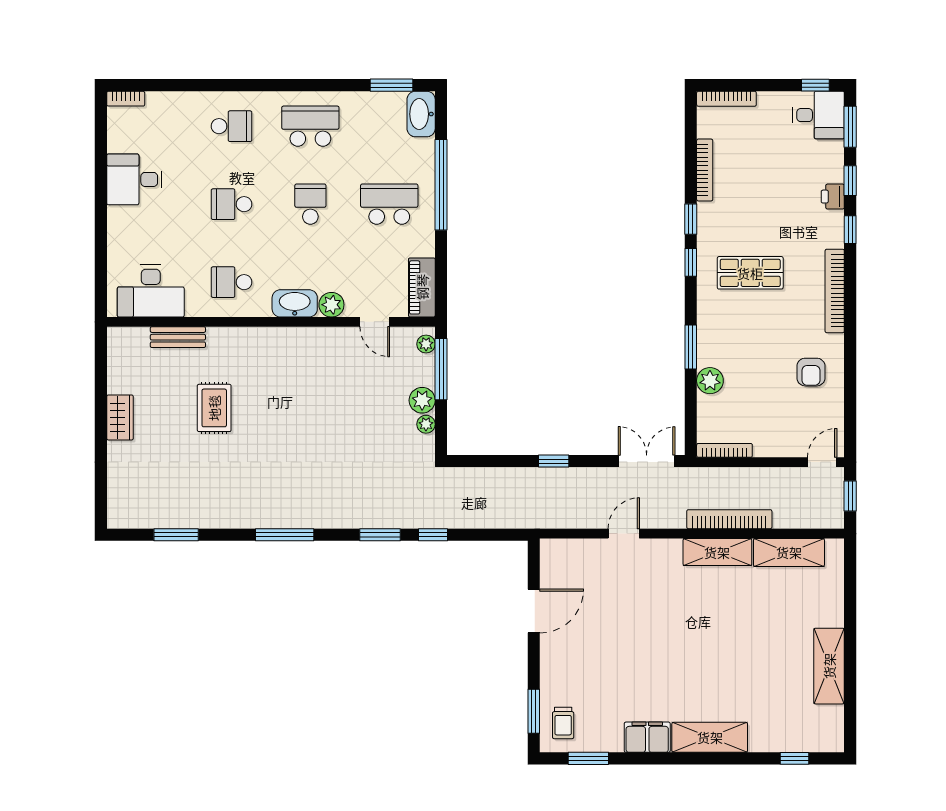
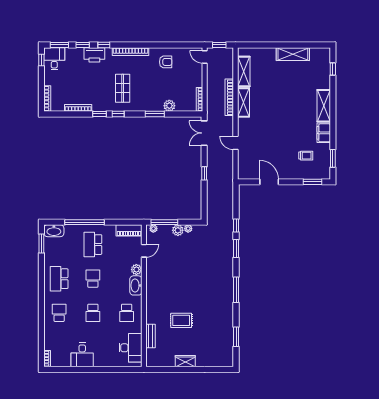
printer: (833, 197) -> (94, 55), width x1.87, depth x1.48
school desk: (310, 204) -> (93, 279), turned 90
trolley: (563, 723) -> (306, 156), moved

